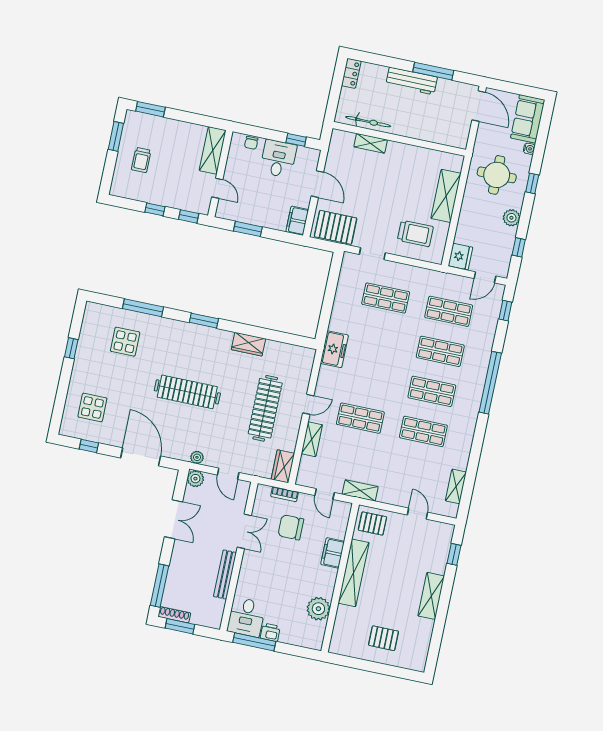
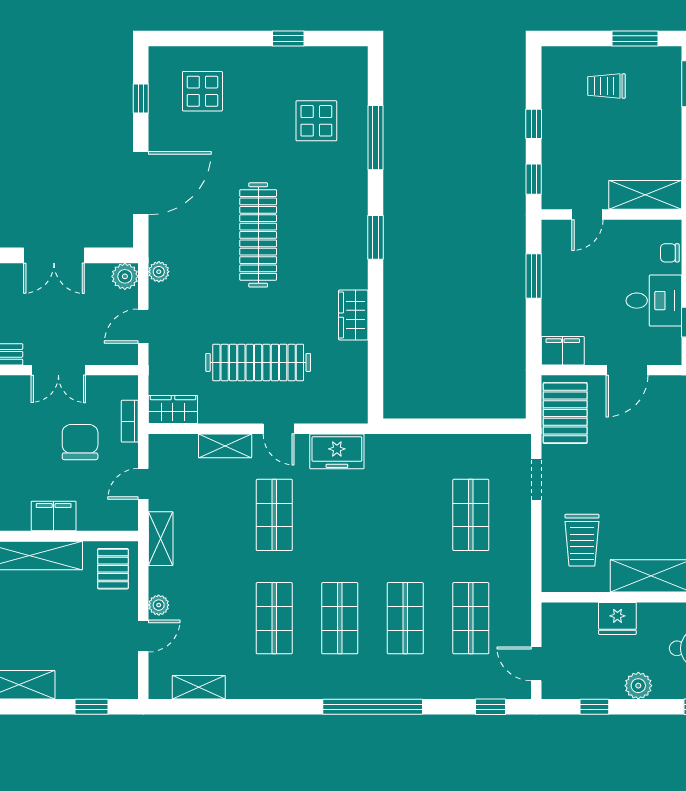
fridge: (460, 256) -> (617, 618), moved
freezer: (334, 349) -> (337, 451), moved
plant: (401, 500) -> (159, 605), added

